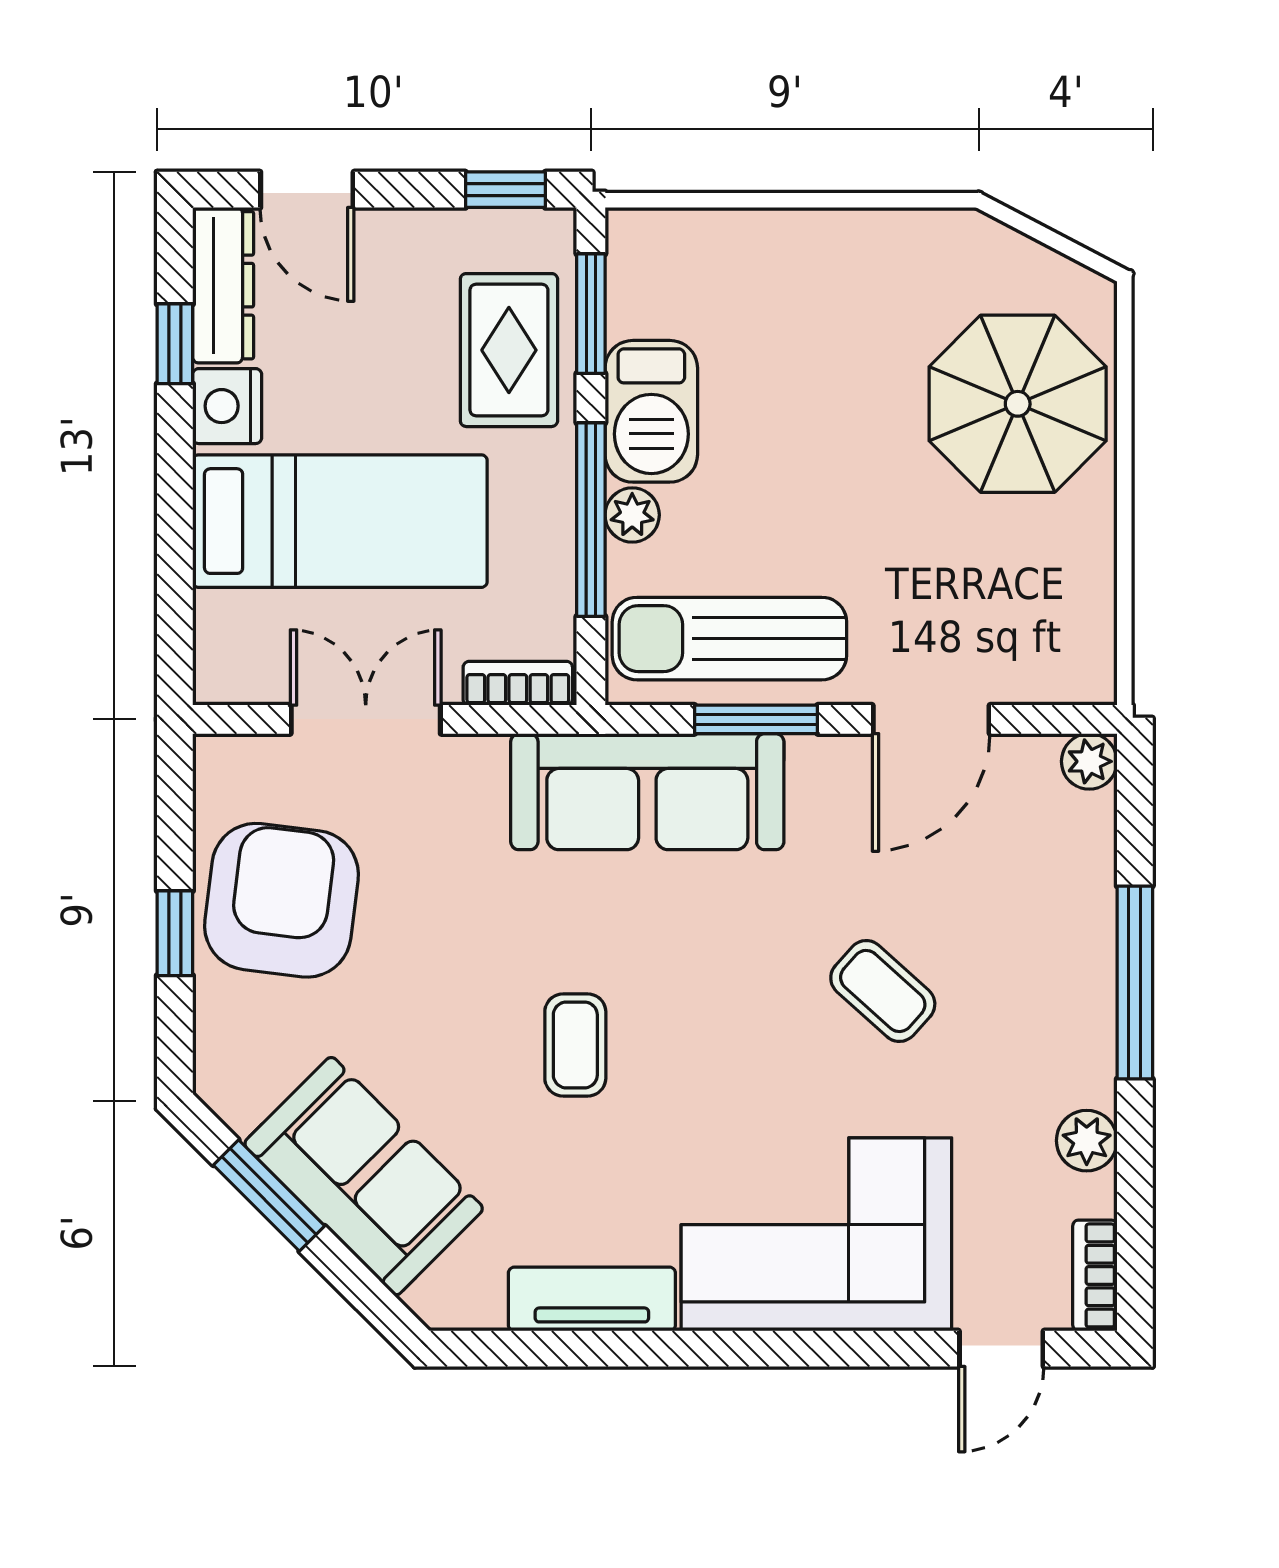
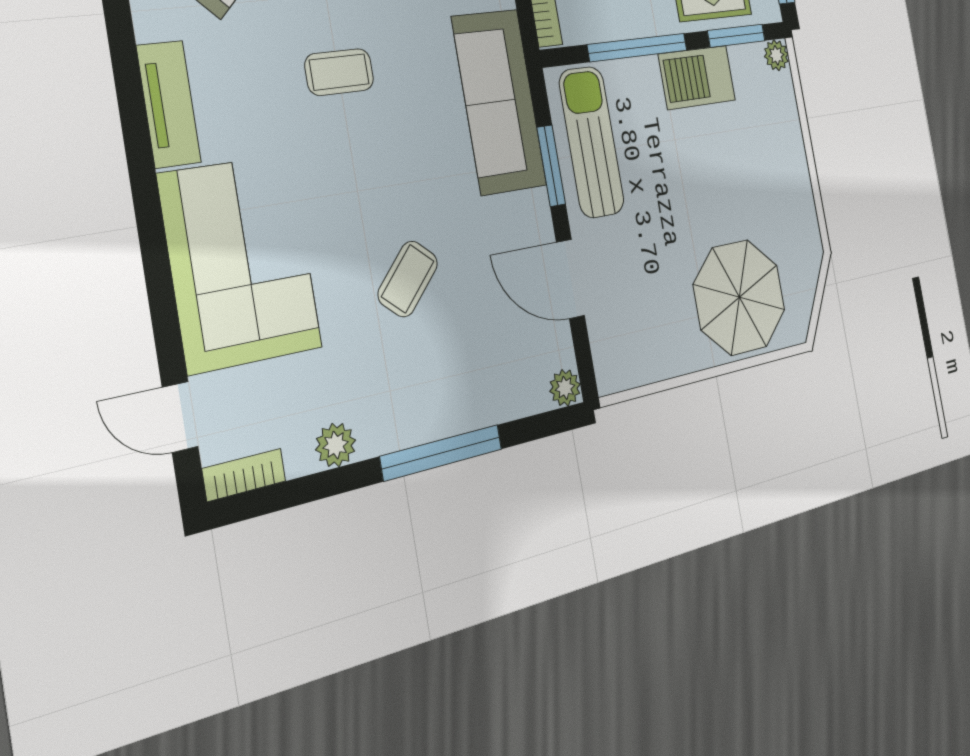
plant: (632, 515) -> (776, 55), moved

